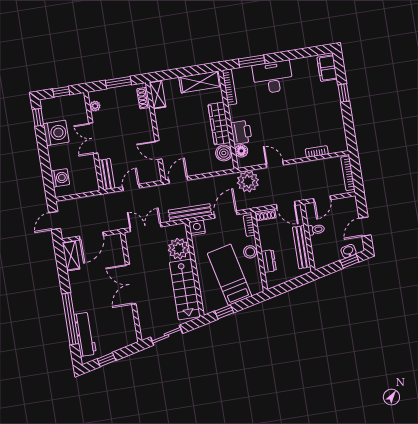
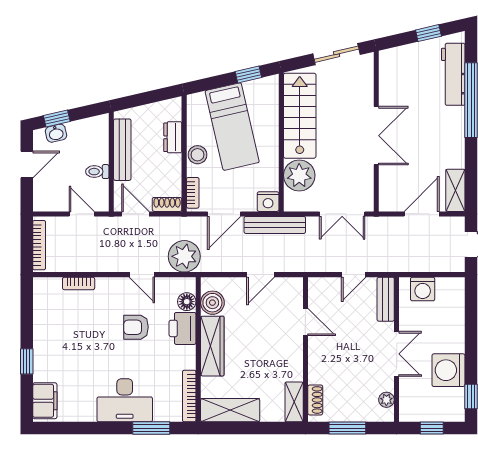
armchair: (273, 128) -> (136, 327), added
washing machine: (60, 178) -> (423, 289), moved, turned -90
door: (178, 180) -> (261, 275), moved
door: (322, 199) -> (82, 214), hinge flipped

